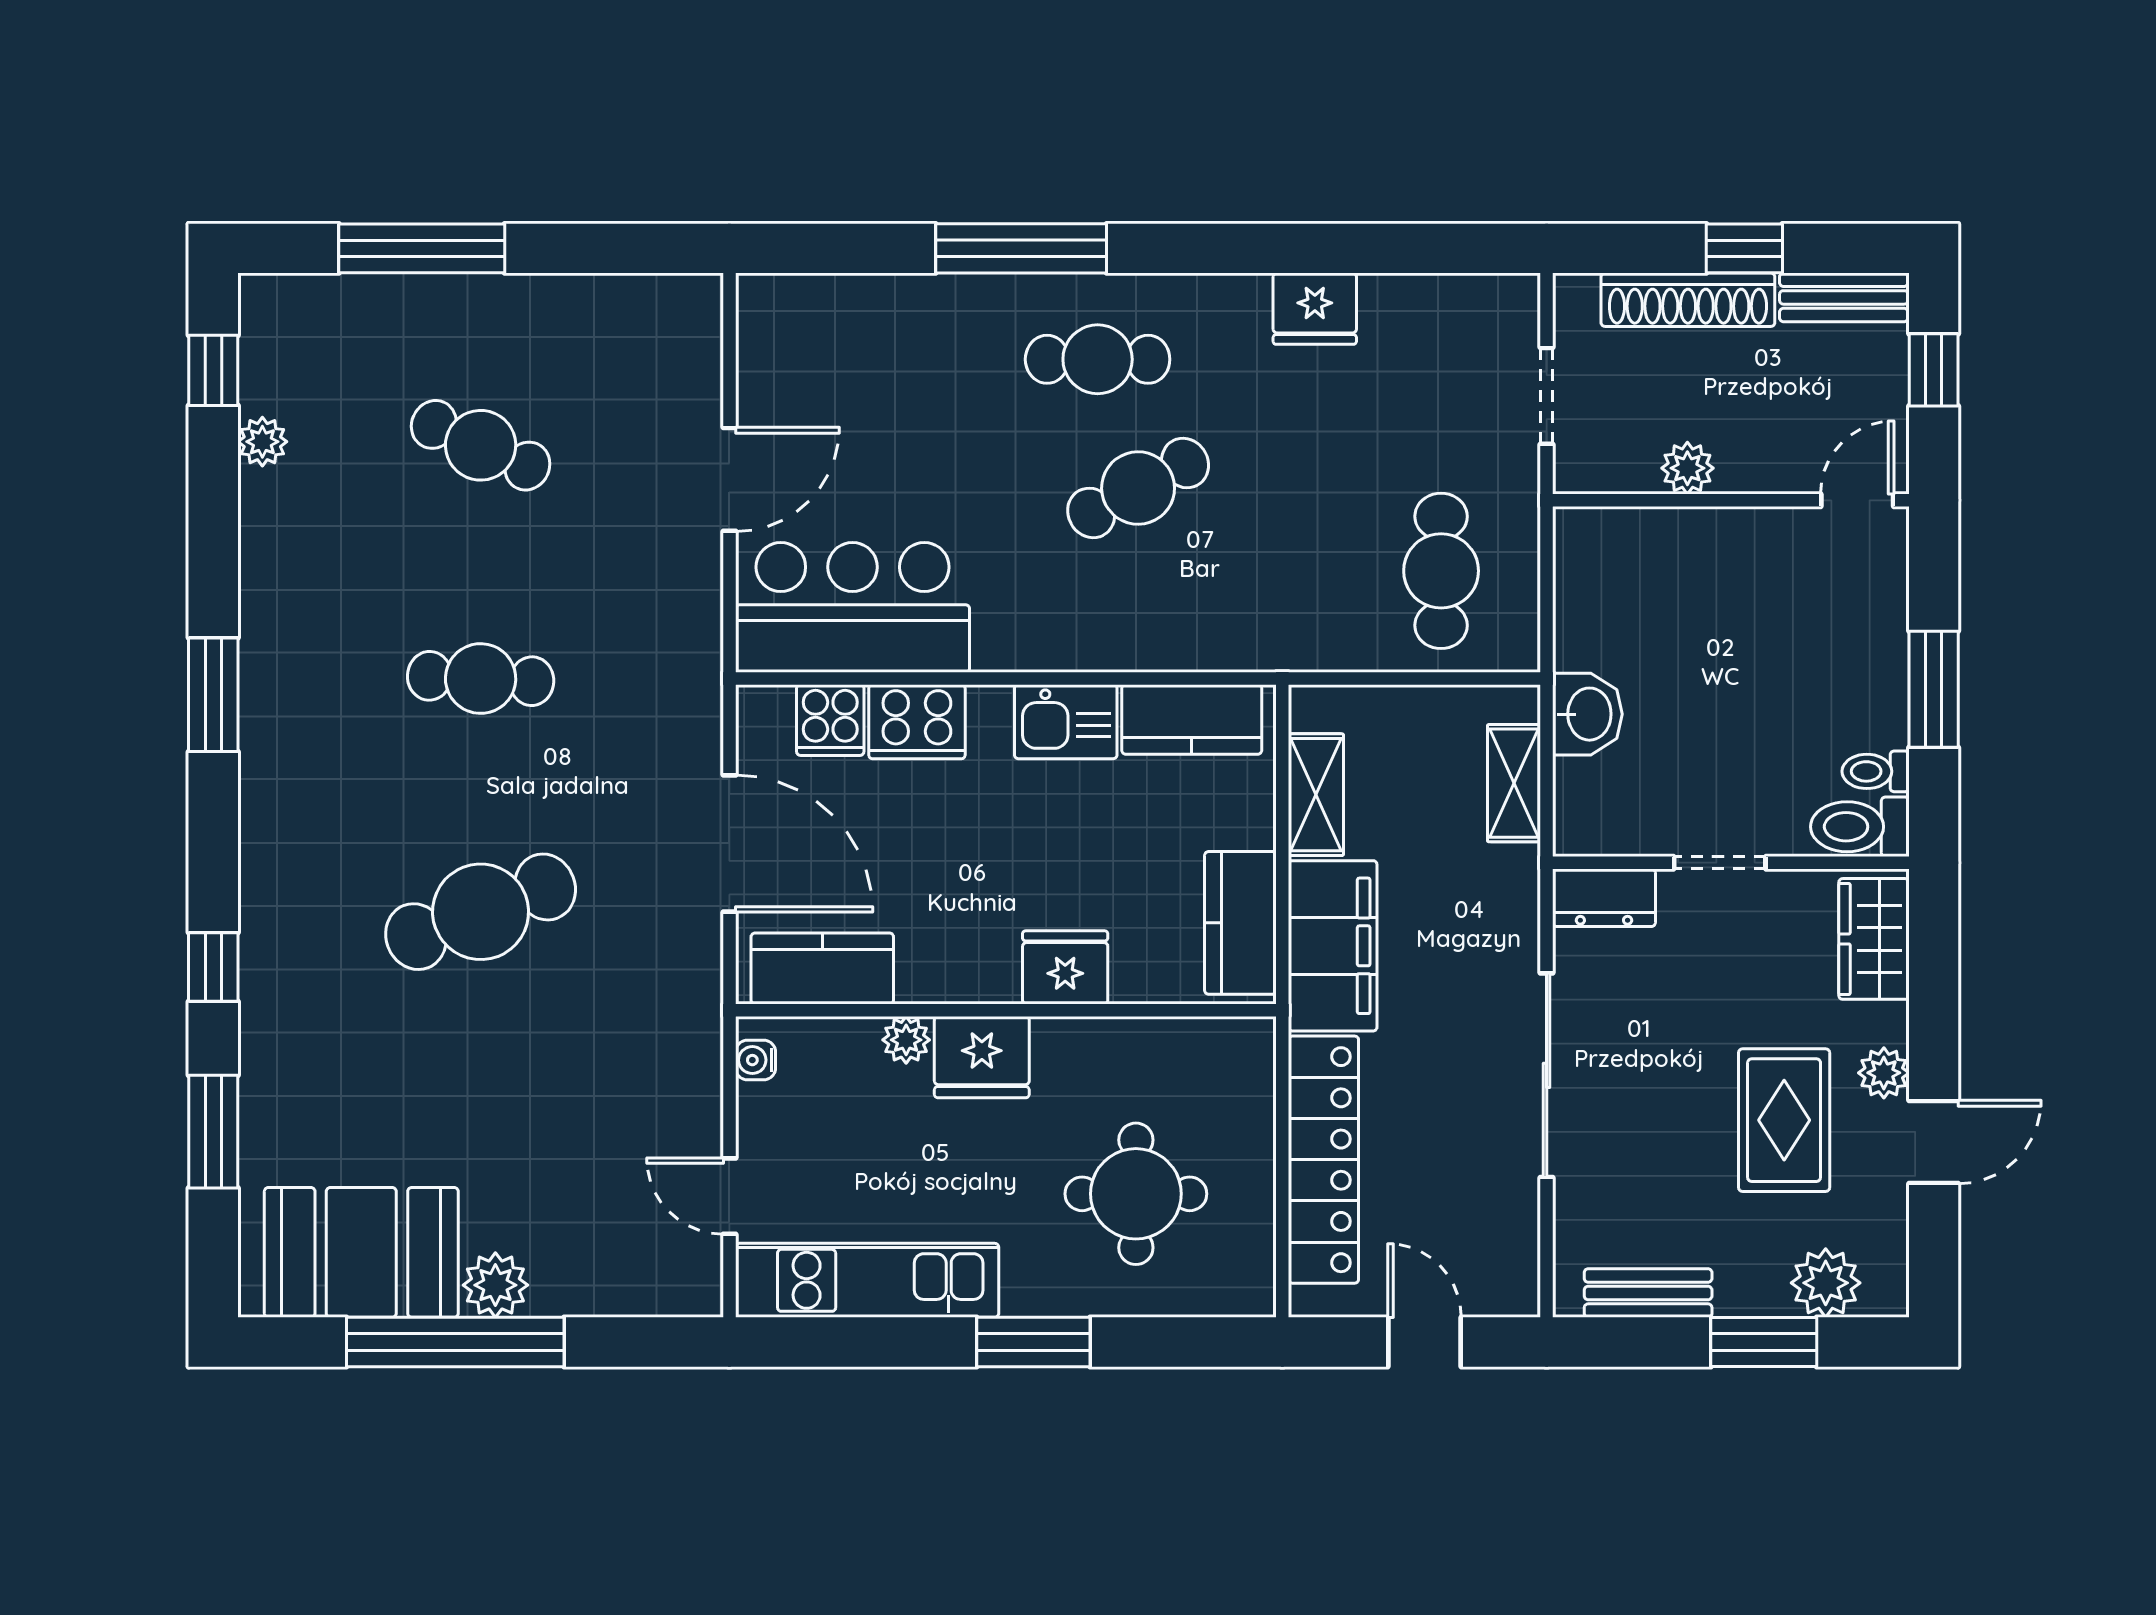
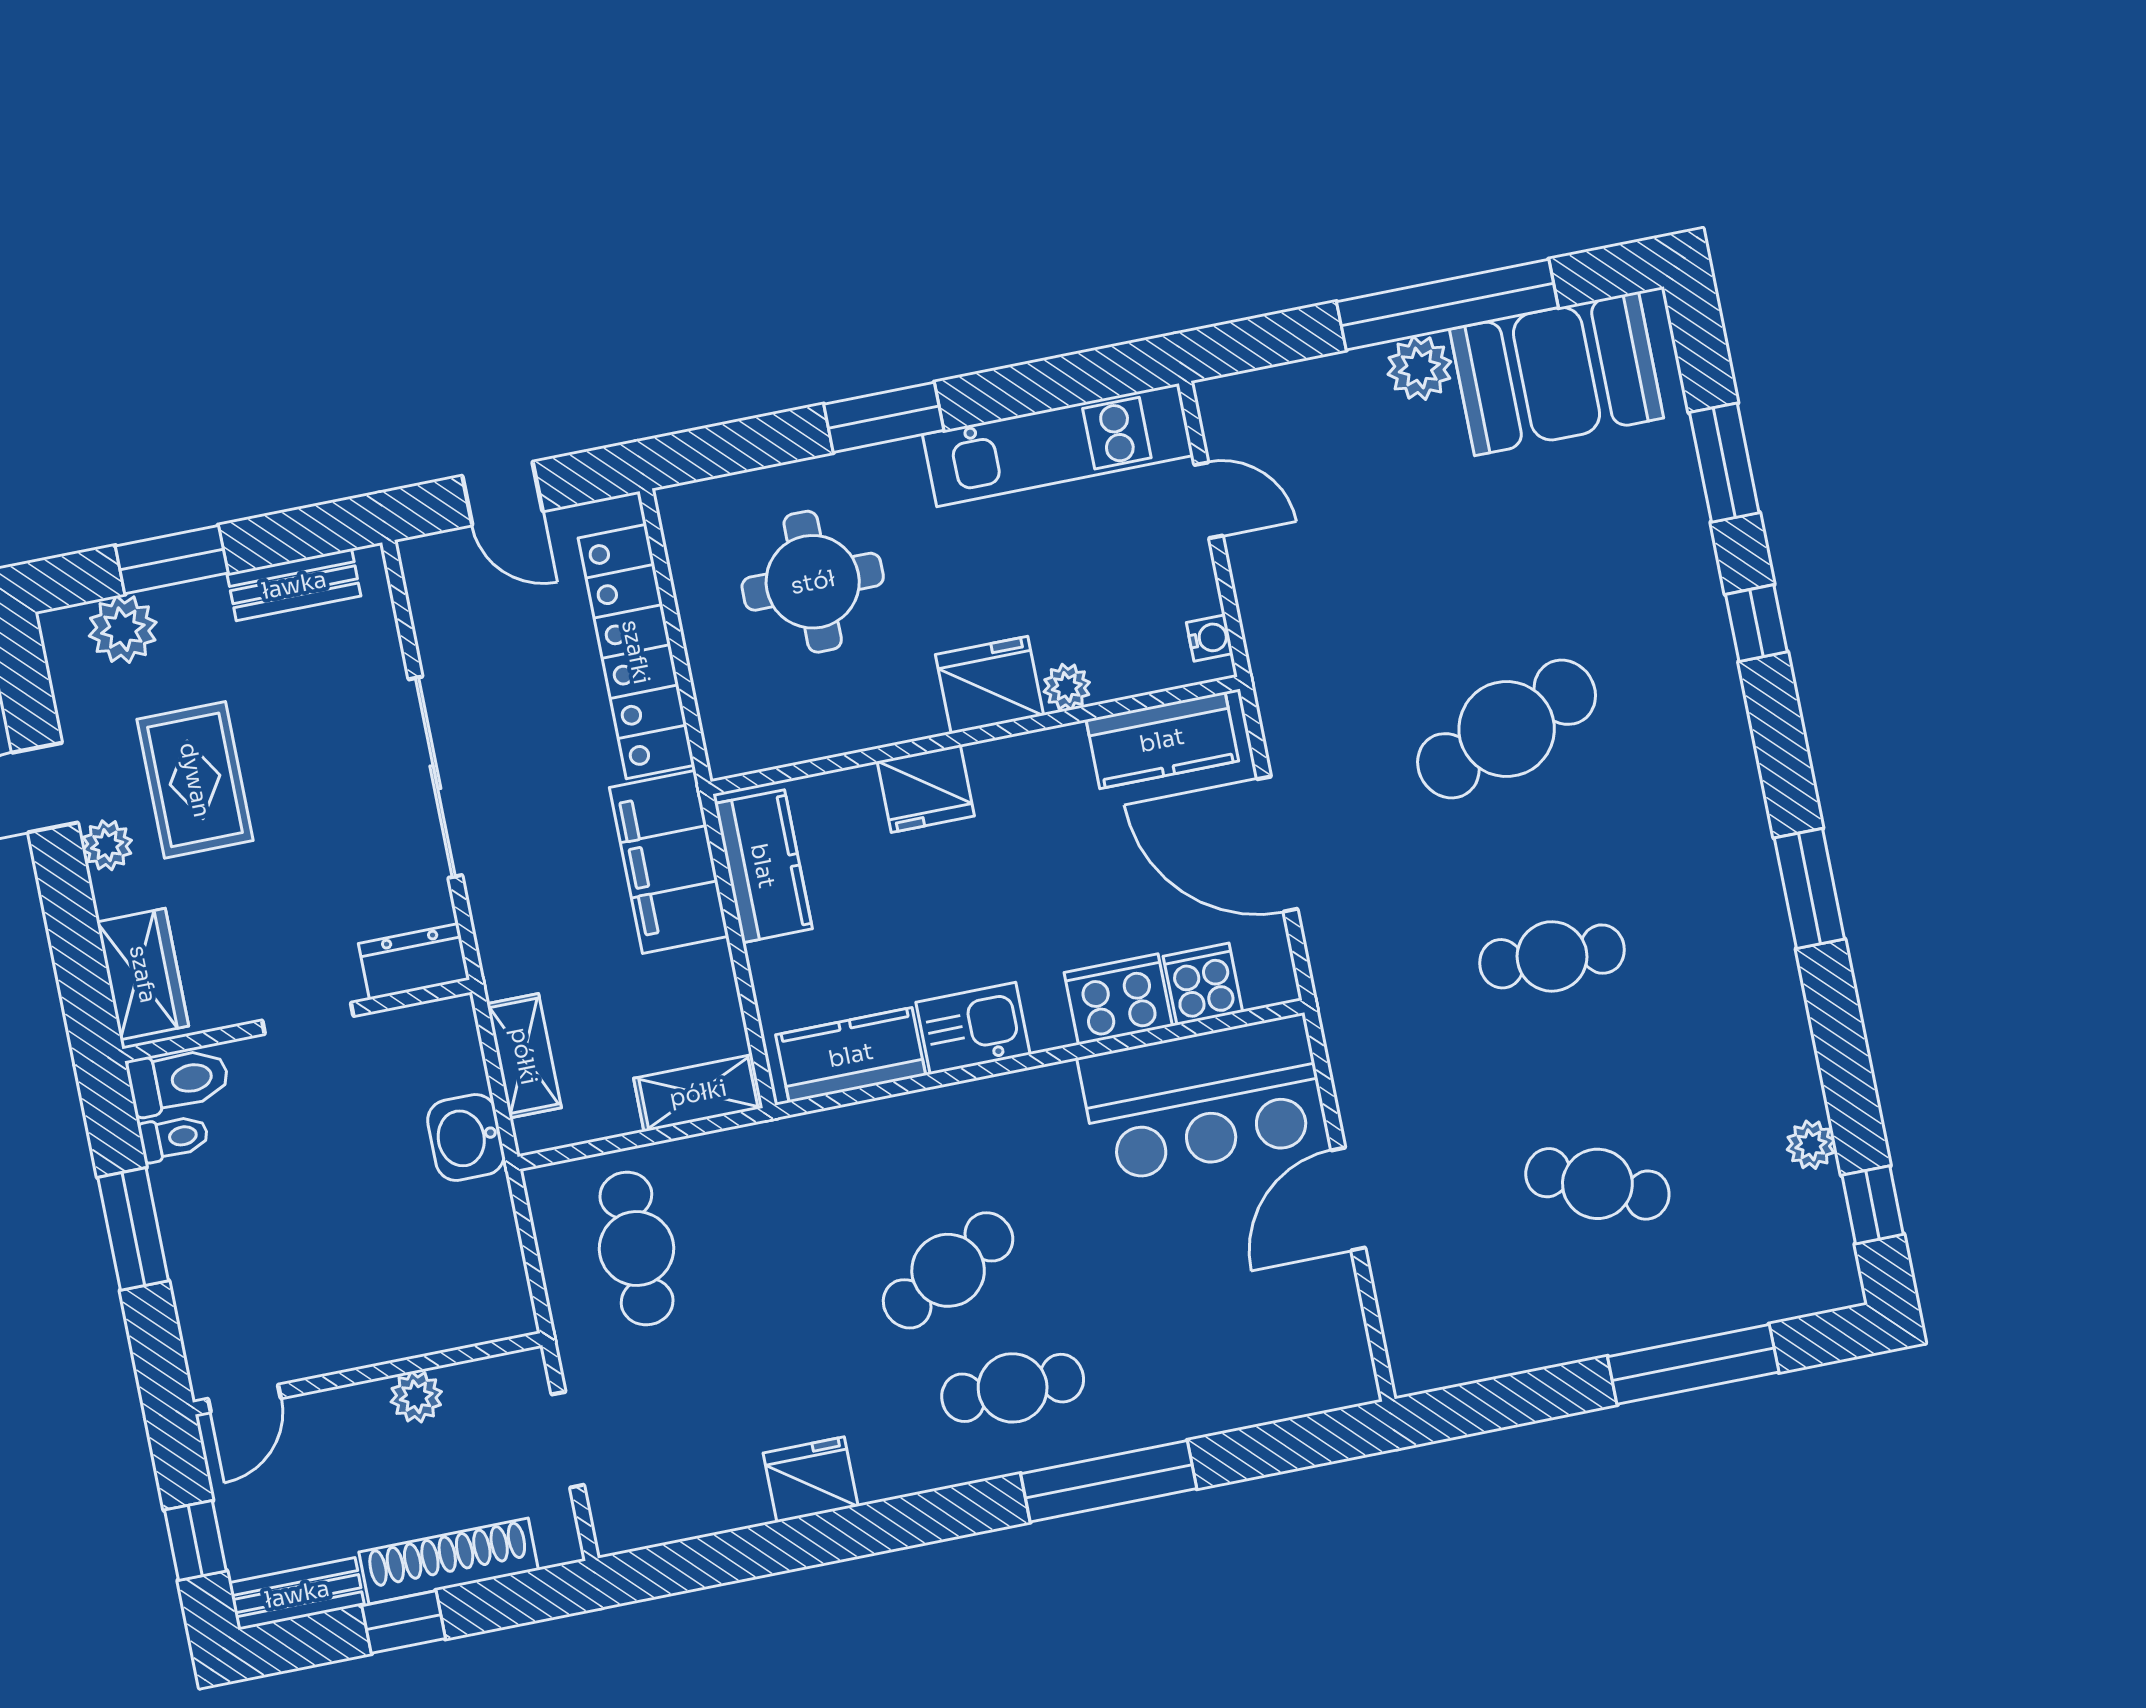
shelving: (1316, 795) -> (698, 1093), moved, turned 90

